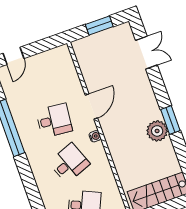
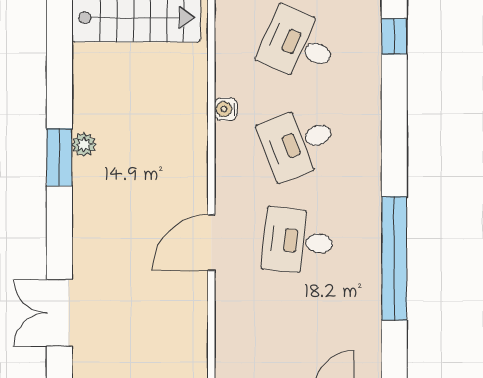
plant: (157, 131) -> (84, 145), width x0.53, depth x0.53
water cooler: (95, 136) -> (226, 109), moved

